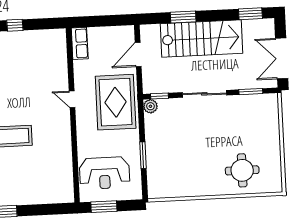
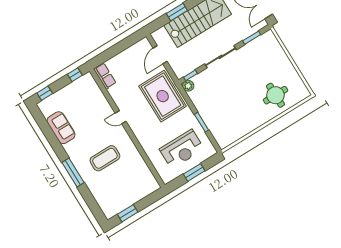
window: (15, 25) -> (75, 75), moved
row of seats: (80, 43) -> (105, 76), moved
door: (72, 99) -> (121, 117), moved
wall: (73, 115) -> (127, 128), moved

